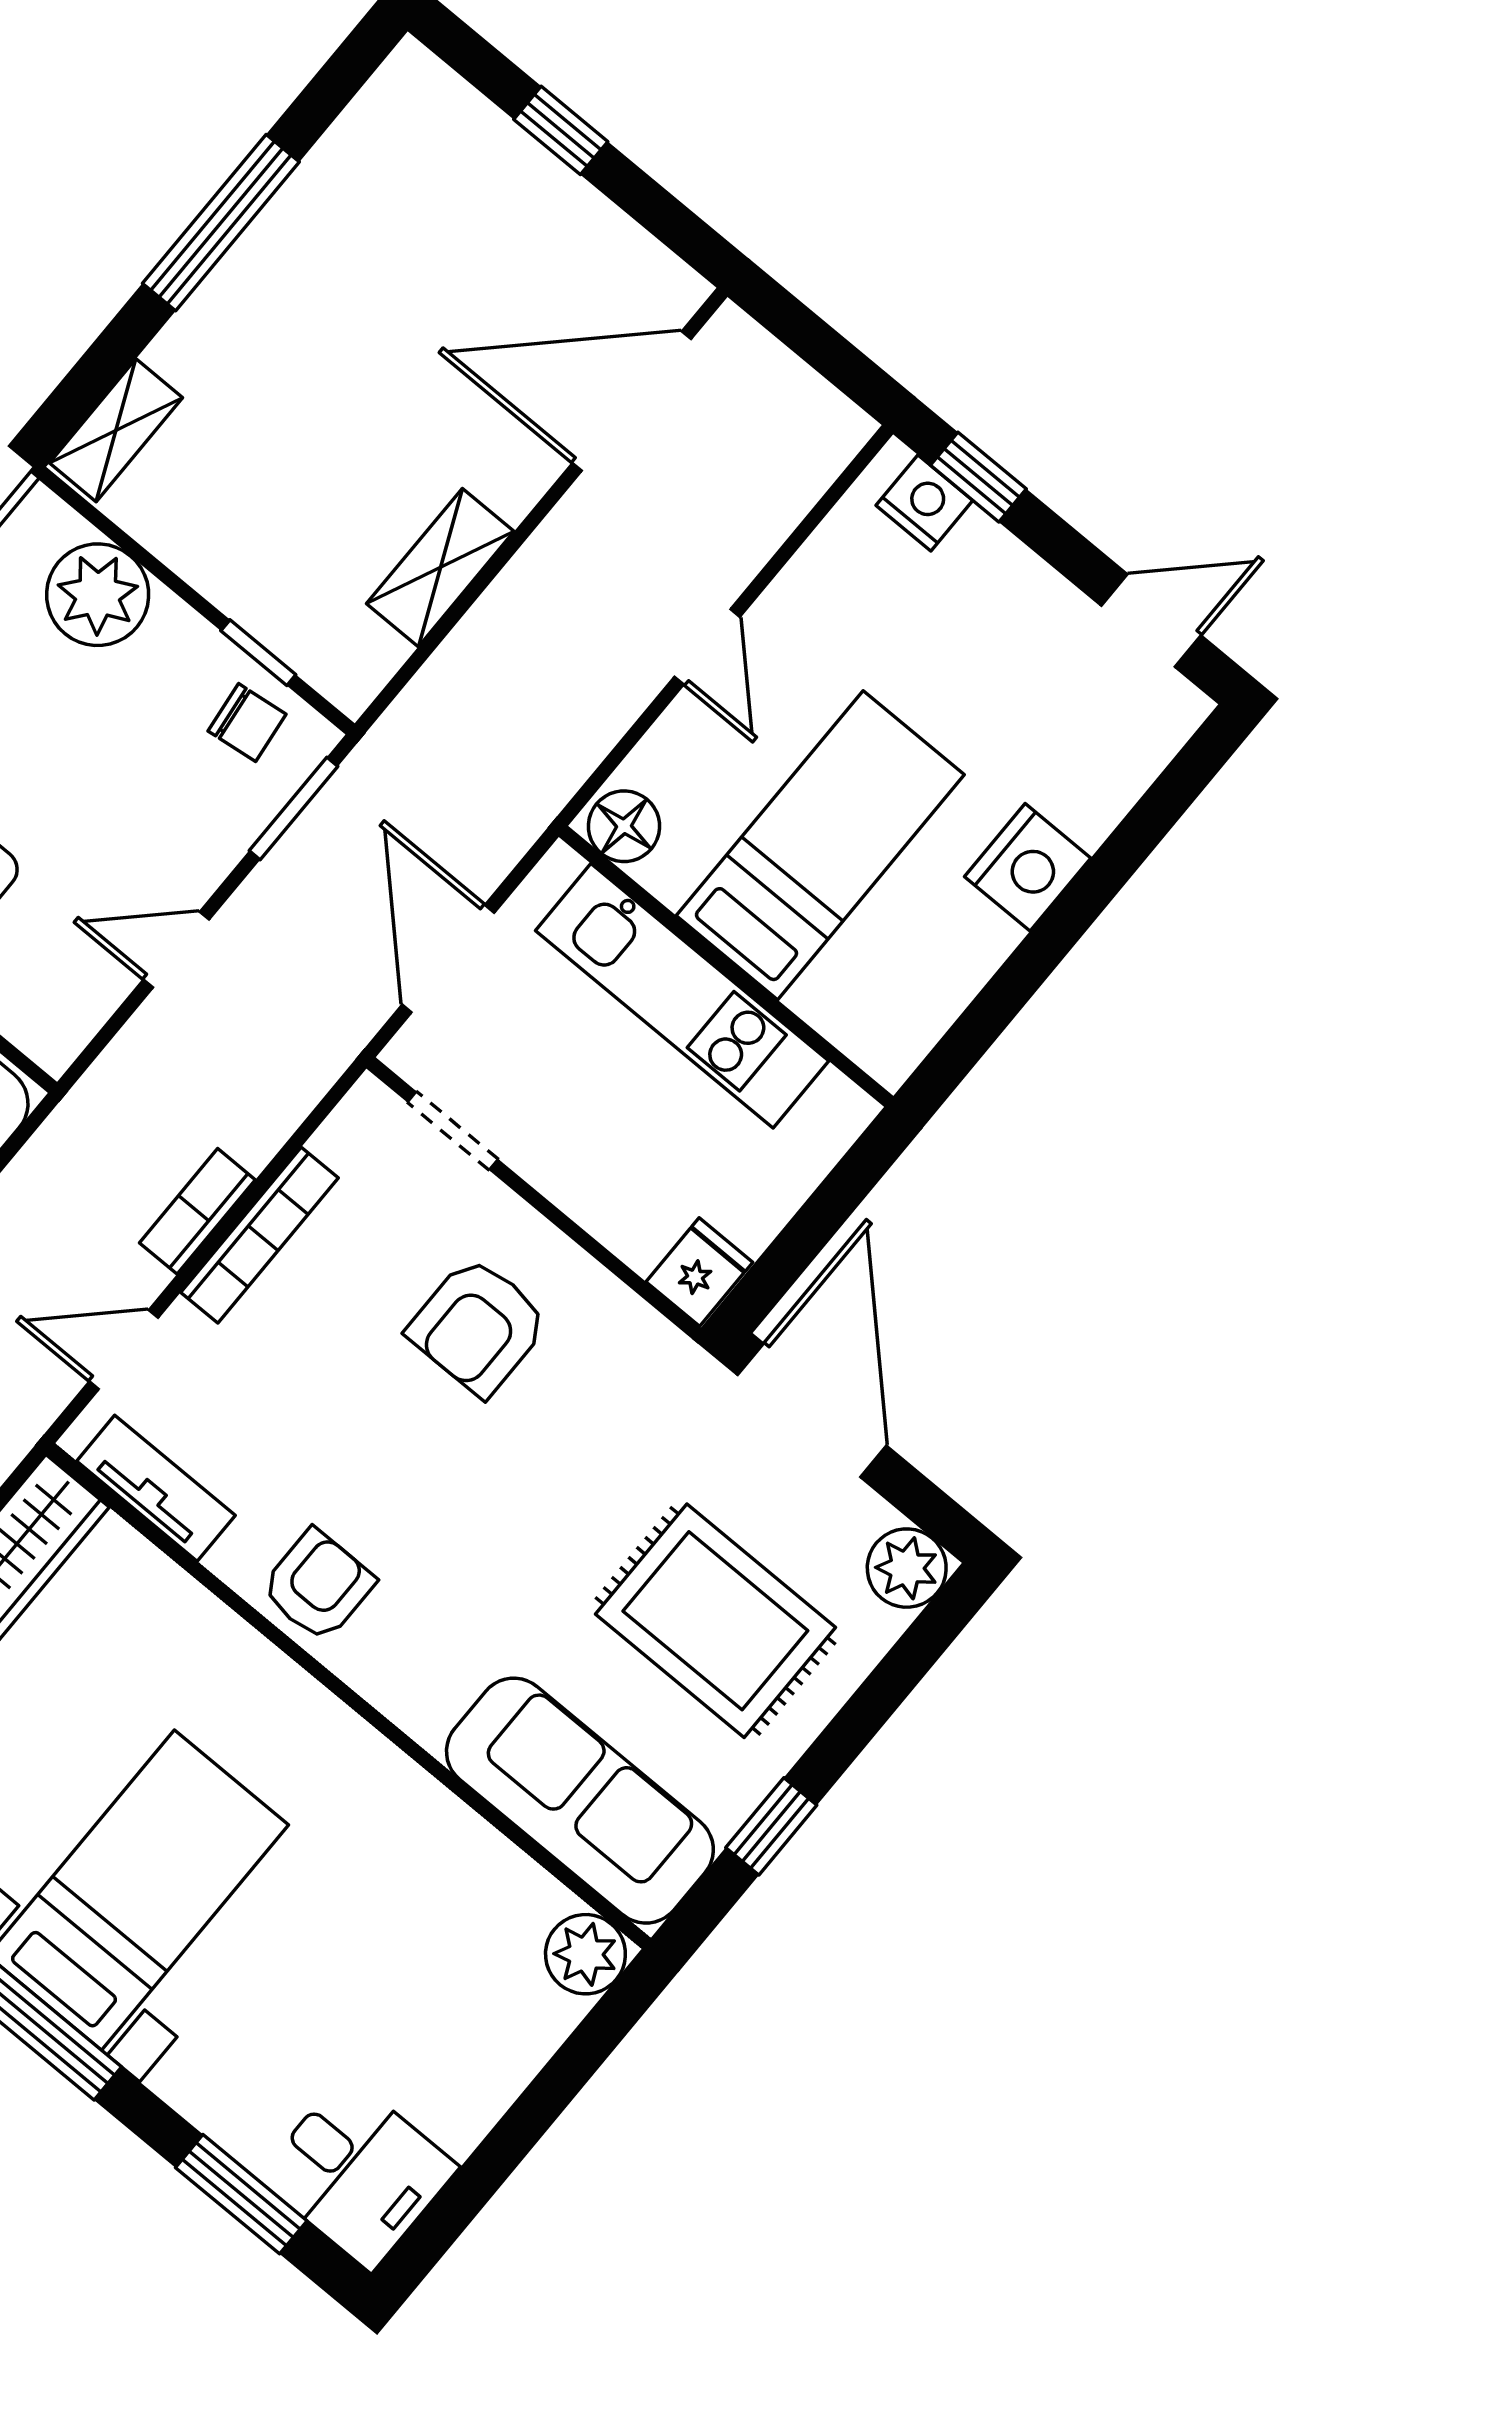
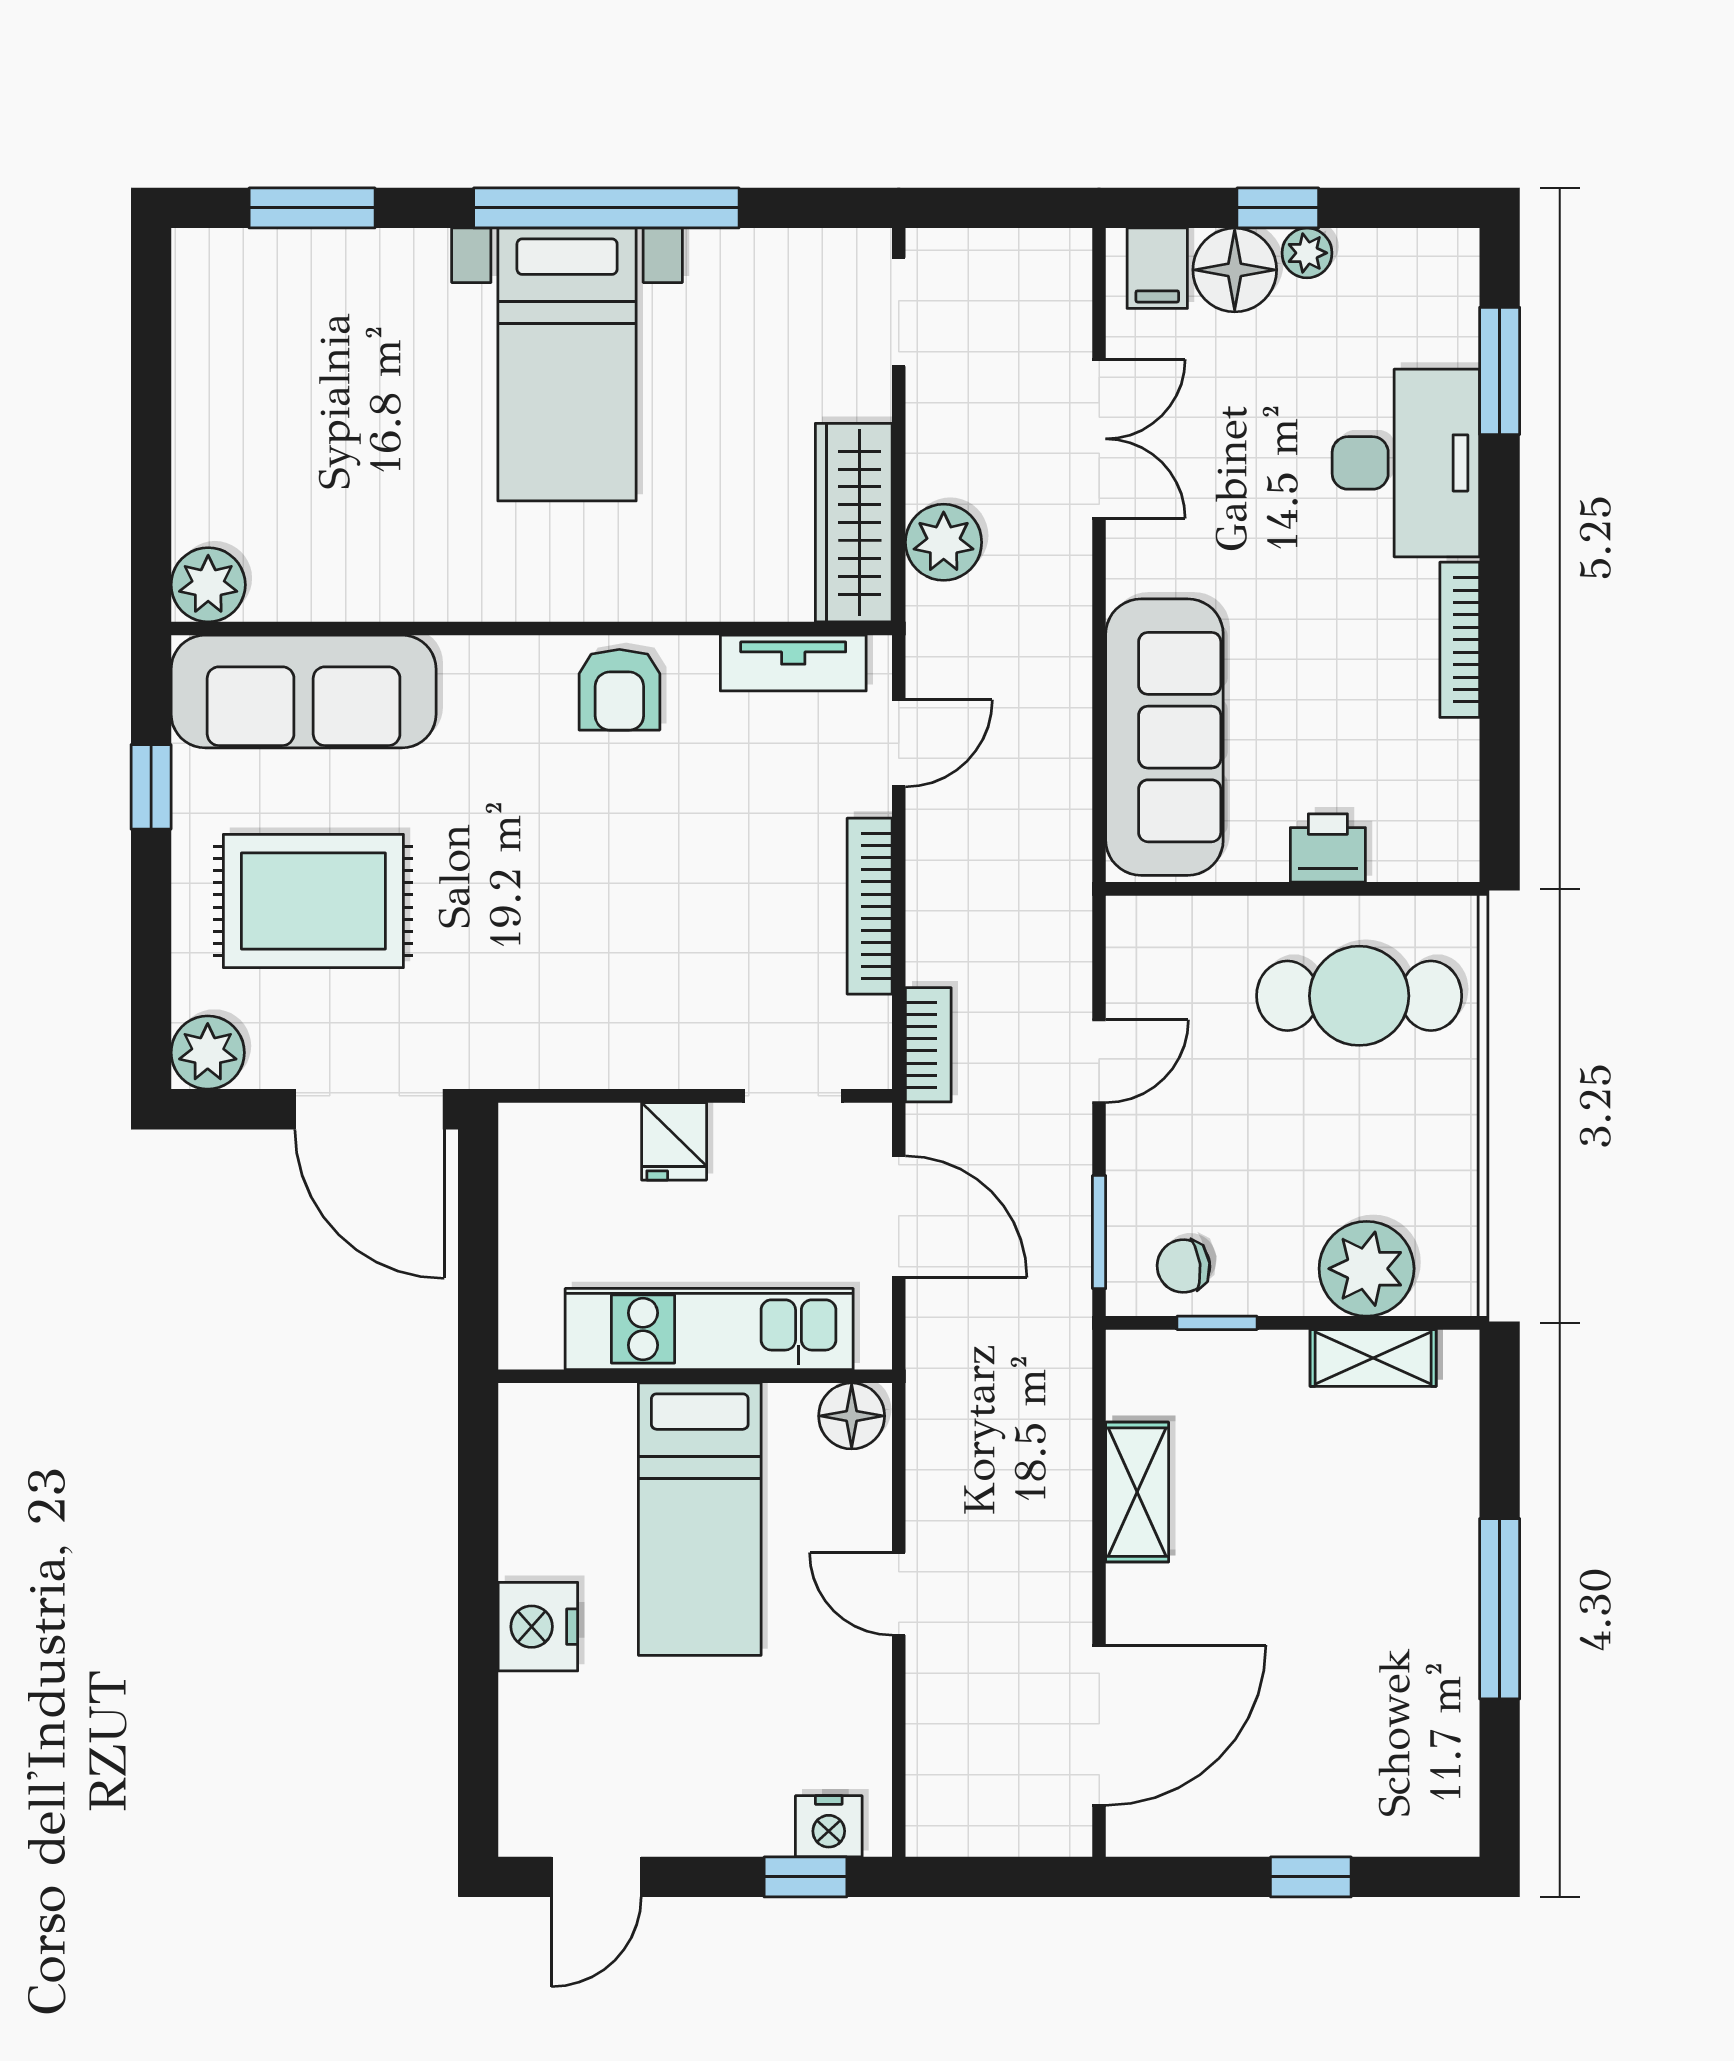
shelving: (116, 430) -> (1373, 1358), moved, turned 90
bookcase: (197, 1211) -> (928, 1045), moved
fridge: (699, 1272) -> (674, 1141), moved
armchair: (478, 1326) -> (659, 971), removed
desk: (358, 2172) -> (241, 293), removed

